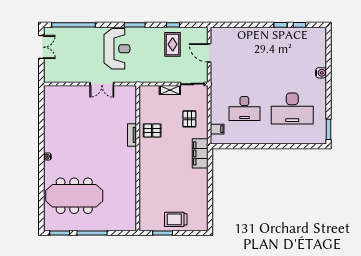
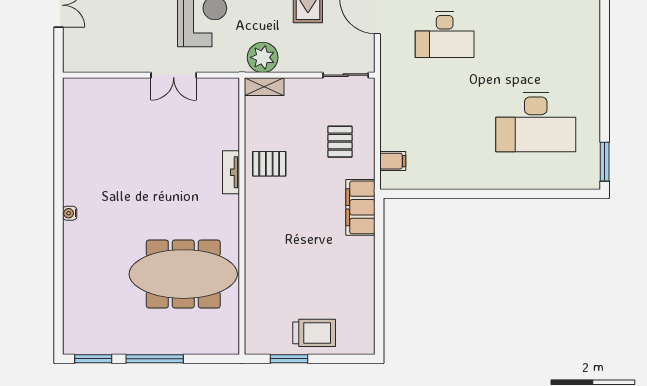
water cooler: (321, 73) -> (590, 54), removed
plant: (149, 75) -> (263, 57), added
shelving: (170, 90) -> (264, 87), moved
desk: (244, 109) -> (445, 35), moved
meeting table: (74, 196) -> (183, 274), moved
trolley: (176, 219) -> (314, 333), turned 180

